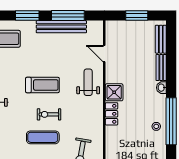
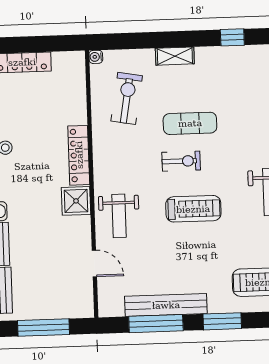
window: (137, 16) -> (44, 328), width x1.44
treadmill: (42, 85) -> (193, 209), turned 180
locker: (112, 114) -> (79, 155), width x1.53

